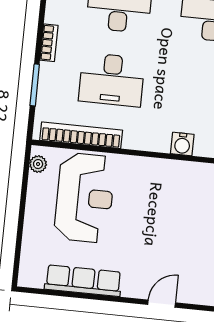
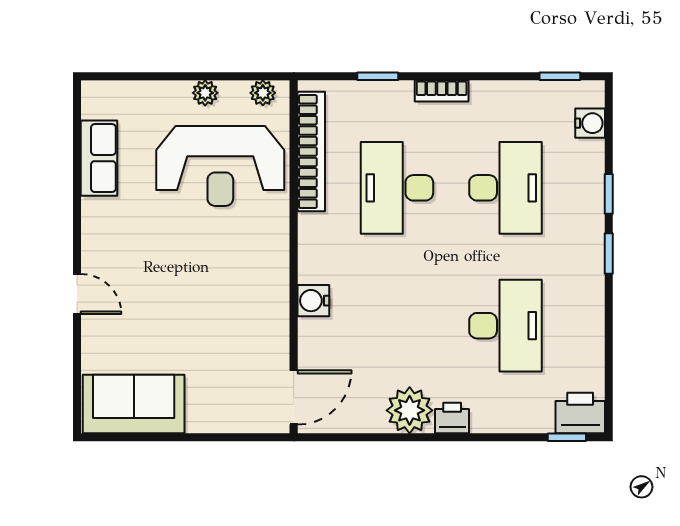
window: (35, 85) -> (378, 76), width x0.67
plant: (34, 203) -> (205, 93), added
row of seats: (83, 281) -> (99, 158), width x0.68

